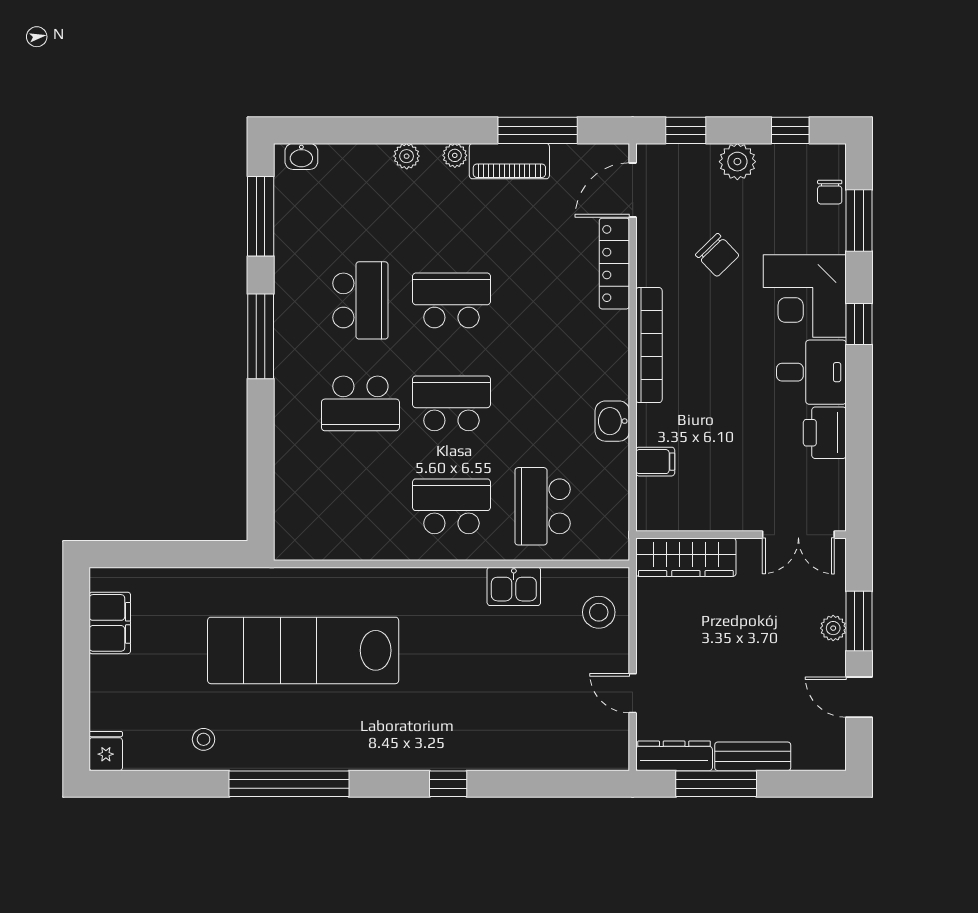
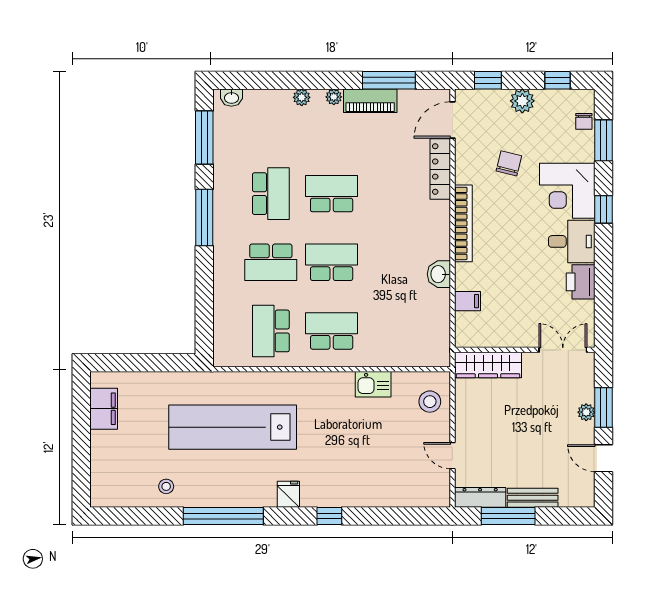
chair: (717, 255) -> (509, 163), turned -122
school desk: (543, 506) -> (271, 331), moved
double door: (798, 535) -> (563, 350), swing flipped
fridge: (106, 751) -> (288, 494), moved

